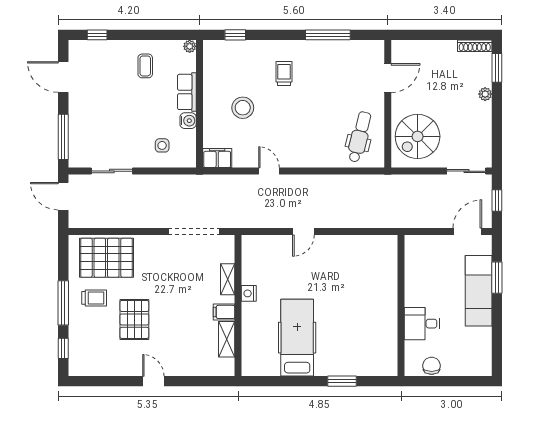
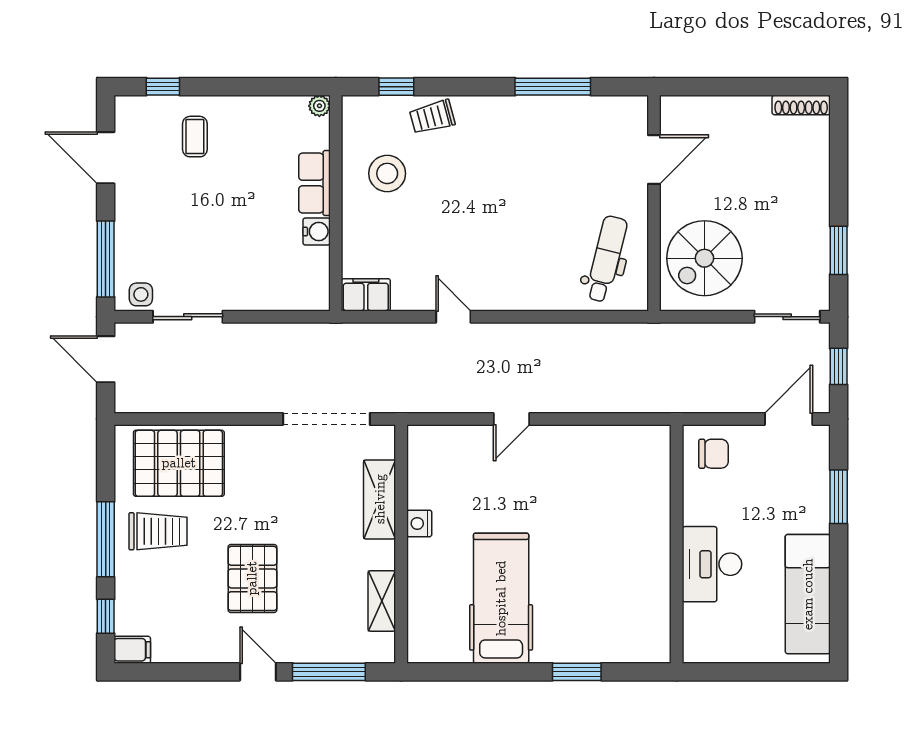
coffee table: (145, 66) -> (195, 137), moved
window: (497, 68) -> (839, 250), moved
trolley: (284, 73) -> (432, 117), moved, turned -105
plant: (485, 94) -> (819, 187), removed
stool: (243, 108) -> (387, 173), moved
side table: (162, 145) -> (141, 294), moved
shelving: (228, 279) -> (380, 499), width x1.50, depth x1.33
exam couch: (479, 291) -> (808, 594), moved
trolley: (94, 298) -> (158, 531), width x1.36, depth x1.39
filing cabinet: (224, 312) -> (132, 650), moved, turned 180
pallet: (134, 319) -> (252, 578), moved
desk: (422, 324) -> (712, 564), width x1.37
chair: (432, 366) -> (714, 454), moved, turned 90
window: (195, 381) -> (329, 672), added

